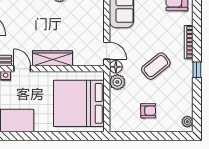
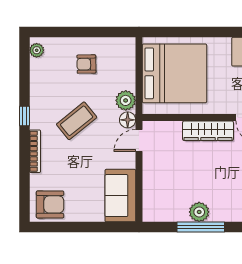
door: (107, 51) -> (139, 140), hinge flipped

